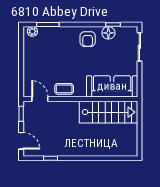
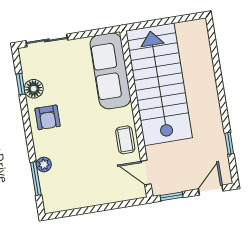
plant: (32, 31) -> (44, 164), moved
armchair: (88, 39) -> (48, 117), turned 90
door: (40, 99) -> (146, 173), hinge flipped
stairs: (108, 112) -> (159, 84), width x1.36, depth x1.51

